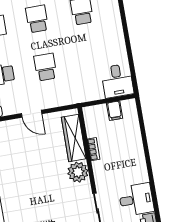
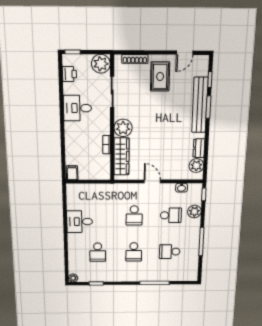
desk: (117, 81) -> (80, 222), moved, turned -90
filing cabinet: (115, 111) -> (72, 173), moved
desk: (136, 200) -> (77, 108), moved

